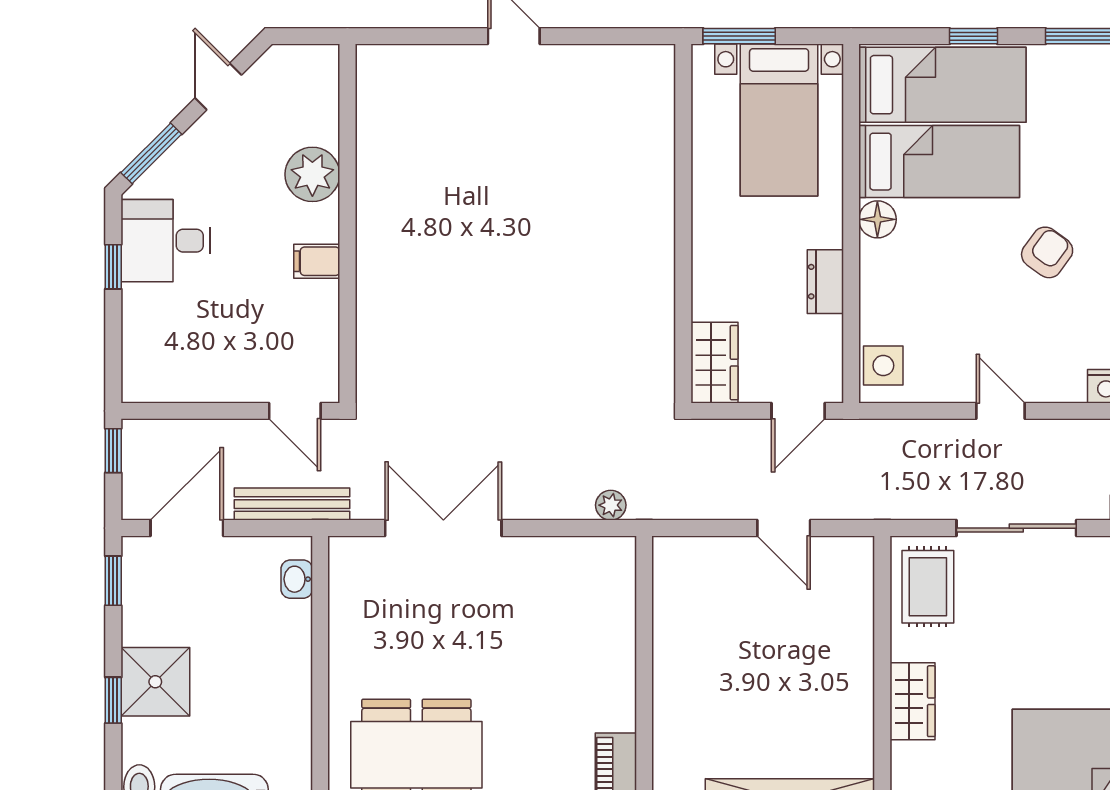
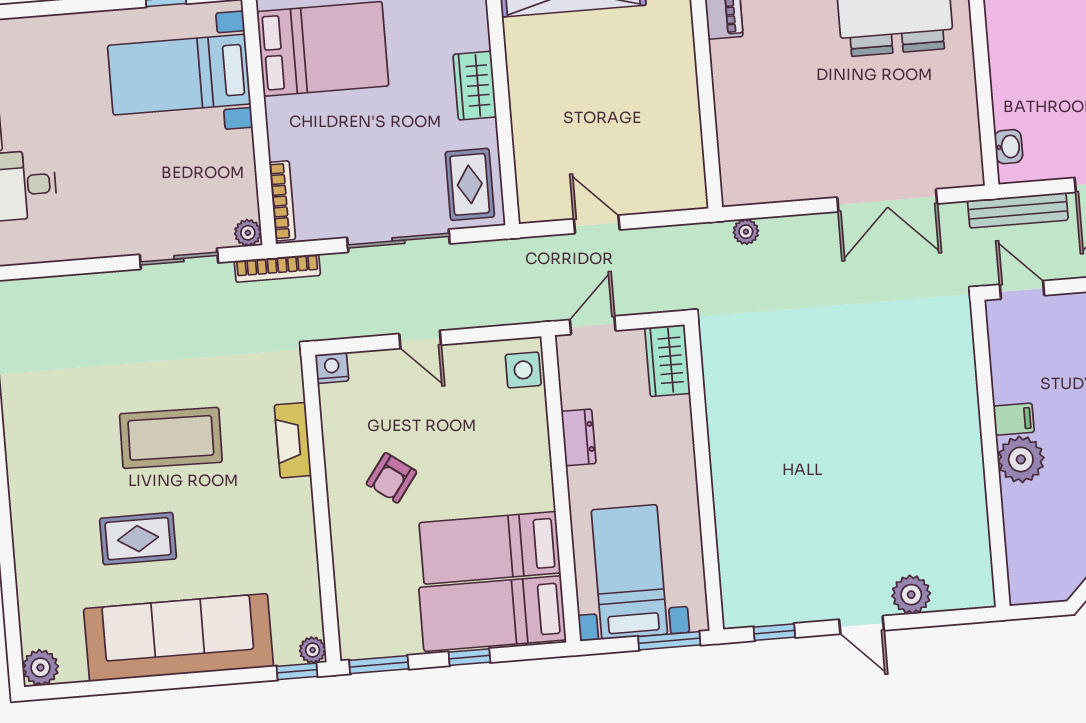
window: (616, 36) -> (774, 632), added
plant: (453, 67) -> (911, 595), added
plant: (312, 174) -> (1021, 459), moved
floor lamp: (877, 219) -> (538, 494), removed

